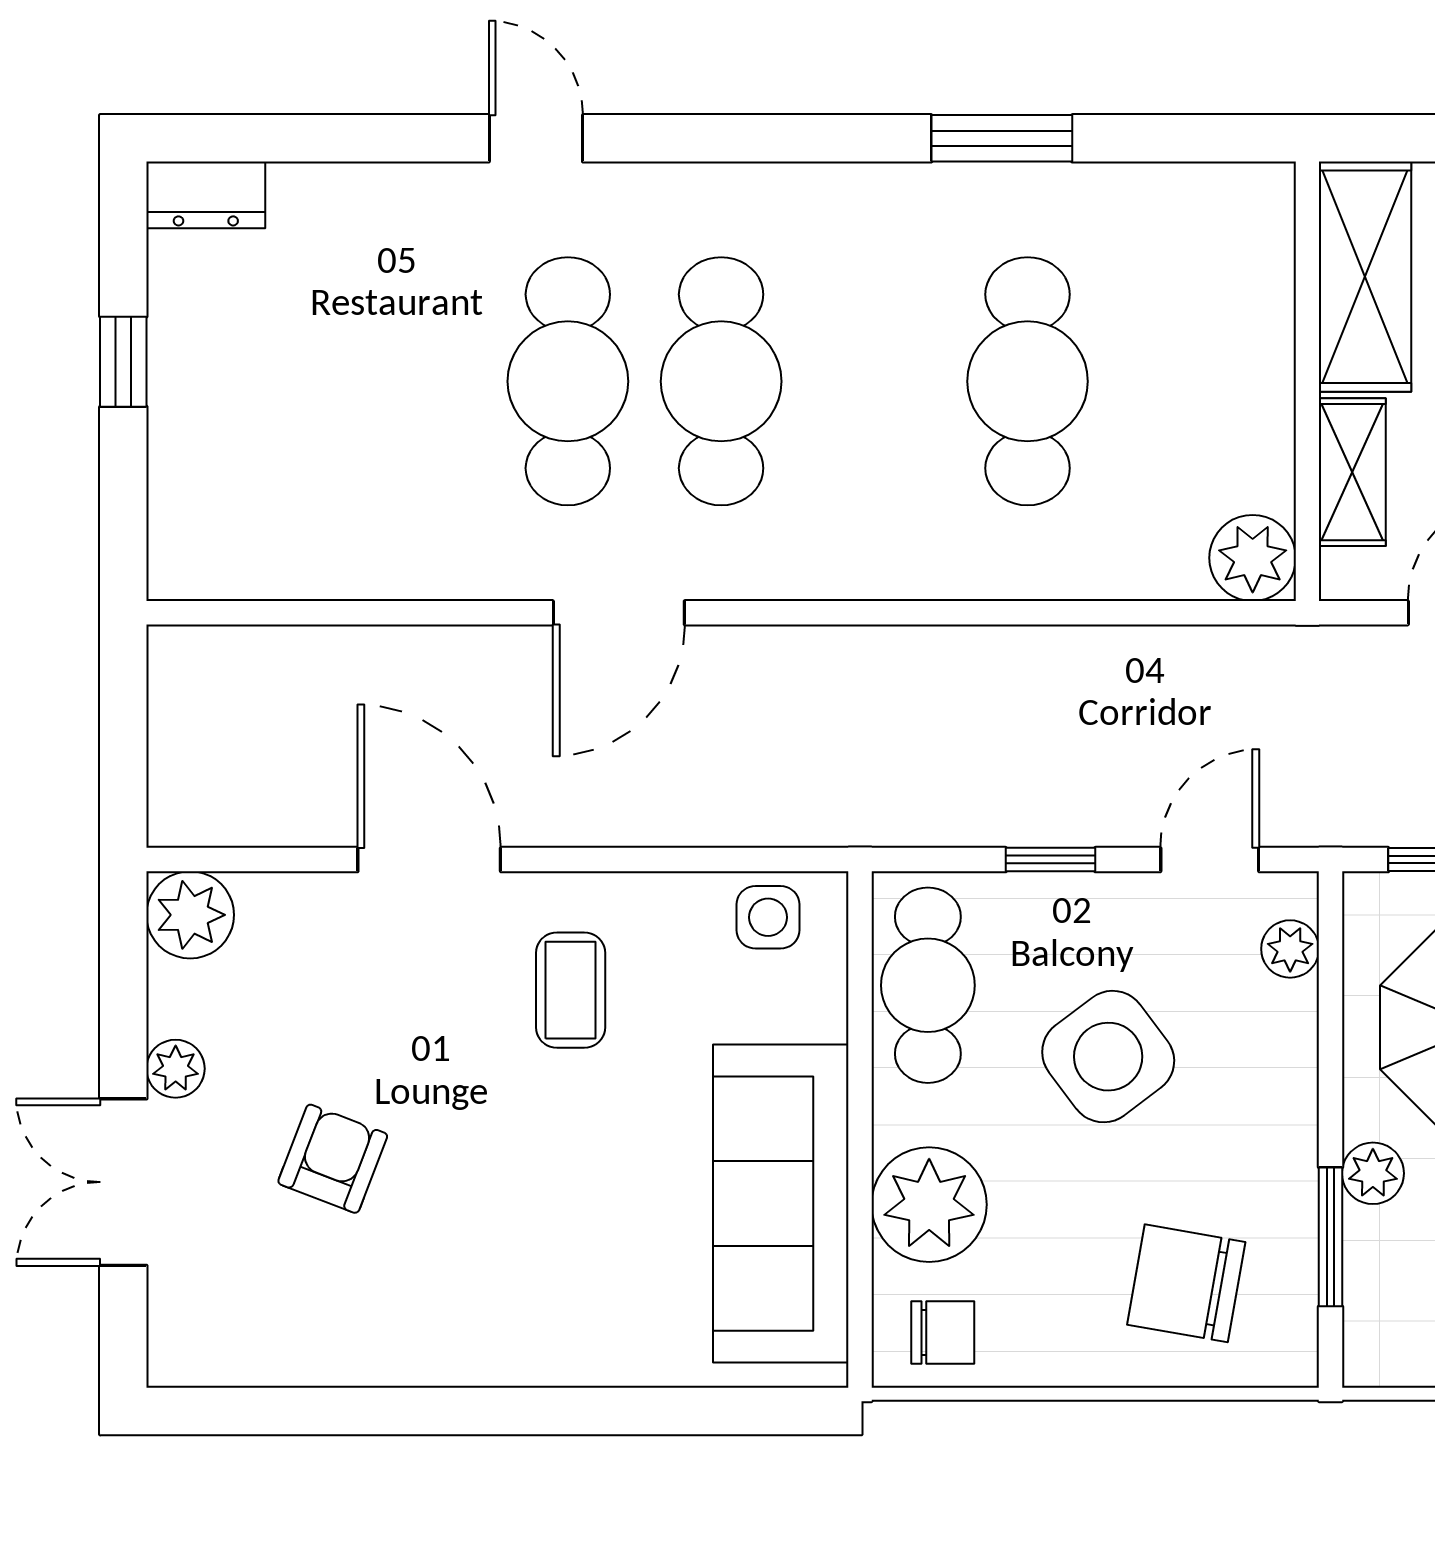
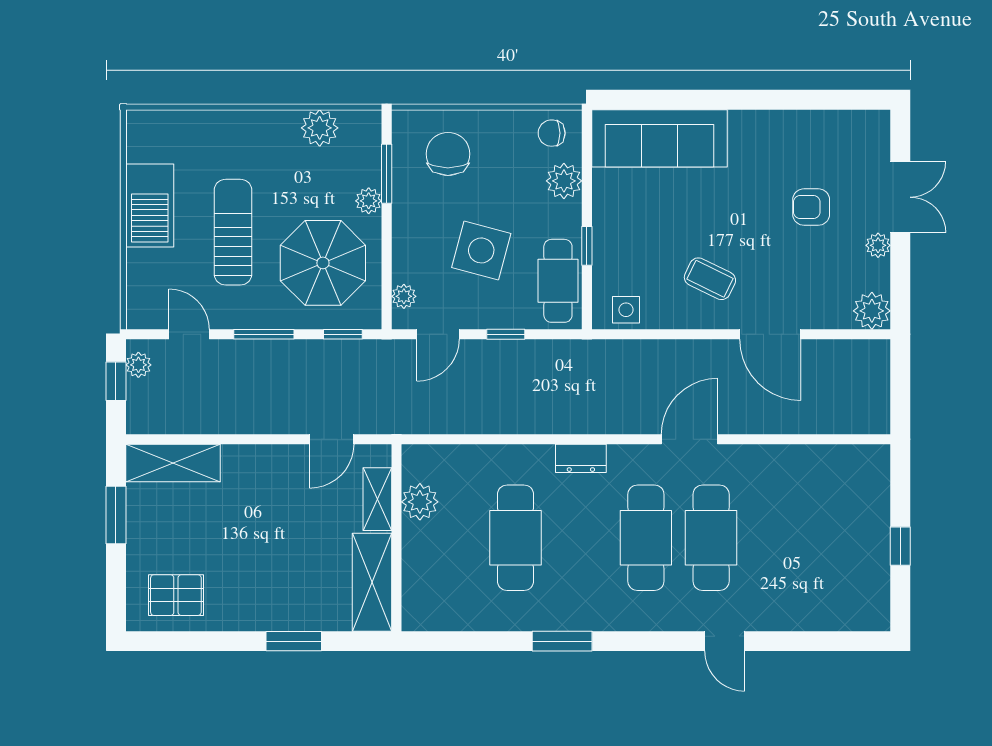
window: (1002, 138) -> (562, 641), moved
dresser: (206, 195) -> (581, 458), moved, turned 180
plant: (1253, 558) -> (420, 502), moved
coffee table: (571, 990) -> (710, 279), turned -64
side table: (1108, 1057) -> (481, 250), turned -38
window: (860, 1068) -> (587, 246), added
armchair: (333, 1159) -> (811, 207), turned 69
sofa: (781, 1204) -> (659, 138), moved, turned 90
plant: (929, 1205) -> (564, 181), width x0.73, depth x0.73
chair: (1186, 1283) -> (448, 154), turned -100

